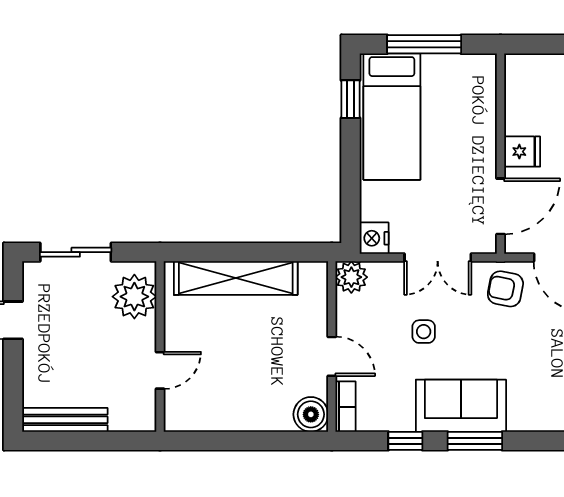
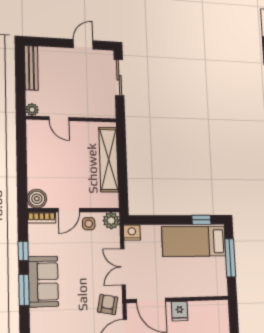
plant: (134, 297) -> (32, 110), moved, width x0.53, depth x0.53
side table: (424, 332) -> (89, 224), moved

